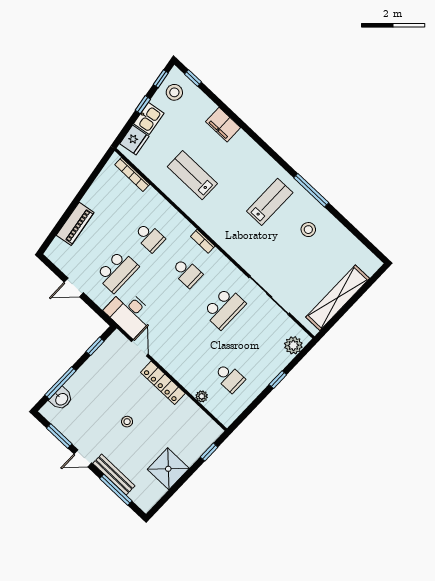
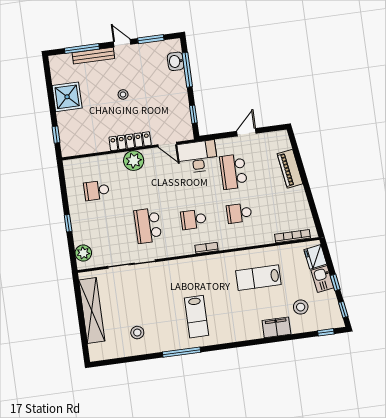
stool: (174, 92) -> (301, 307), moved
lab bench: (192, 175) -> (258, 278), turned 180
stool: (308, 230) -> (137, 333), moved
plant: (202, 396) -> (134, 161), moved, width x1.87, depth x1.87
door: (83, 458) -> (122, 43), hinge flipped

